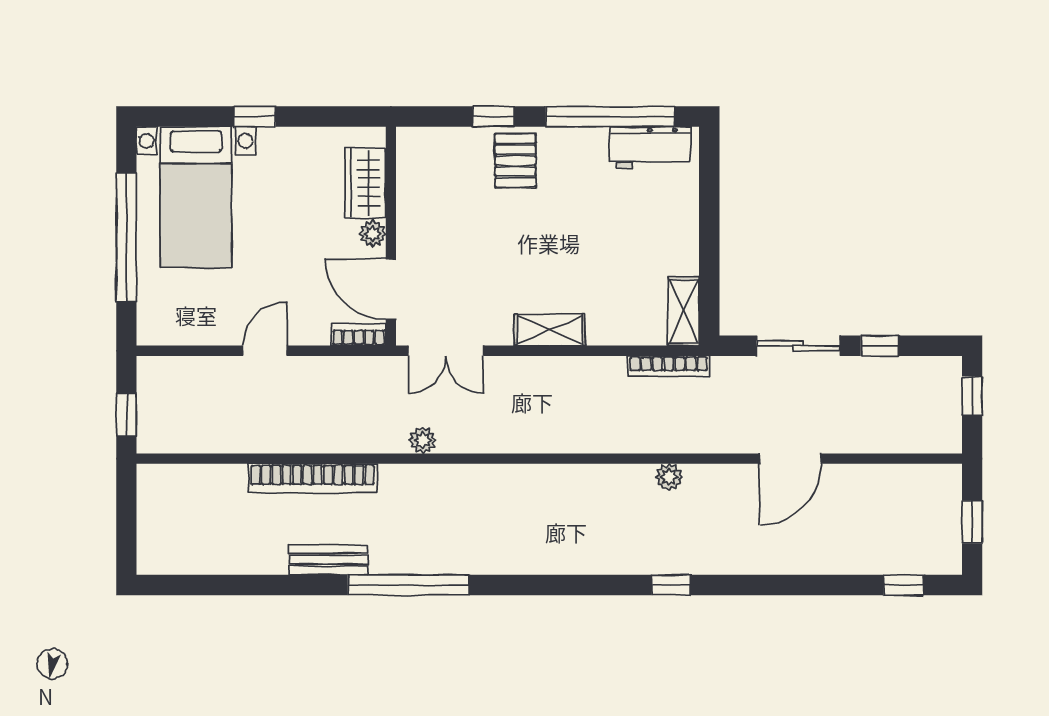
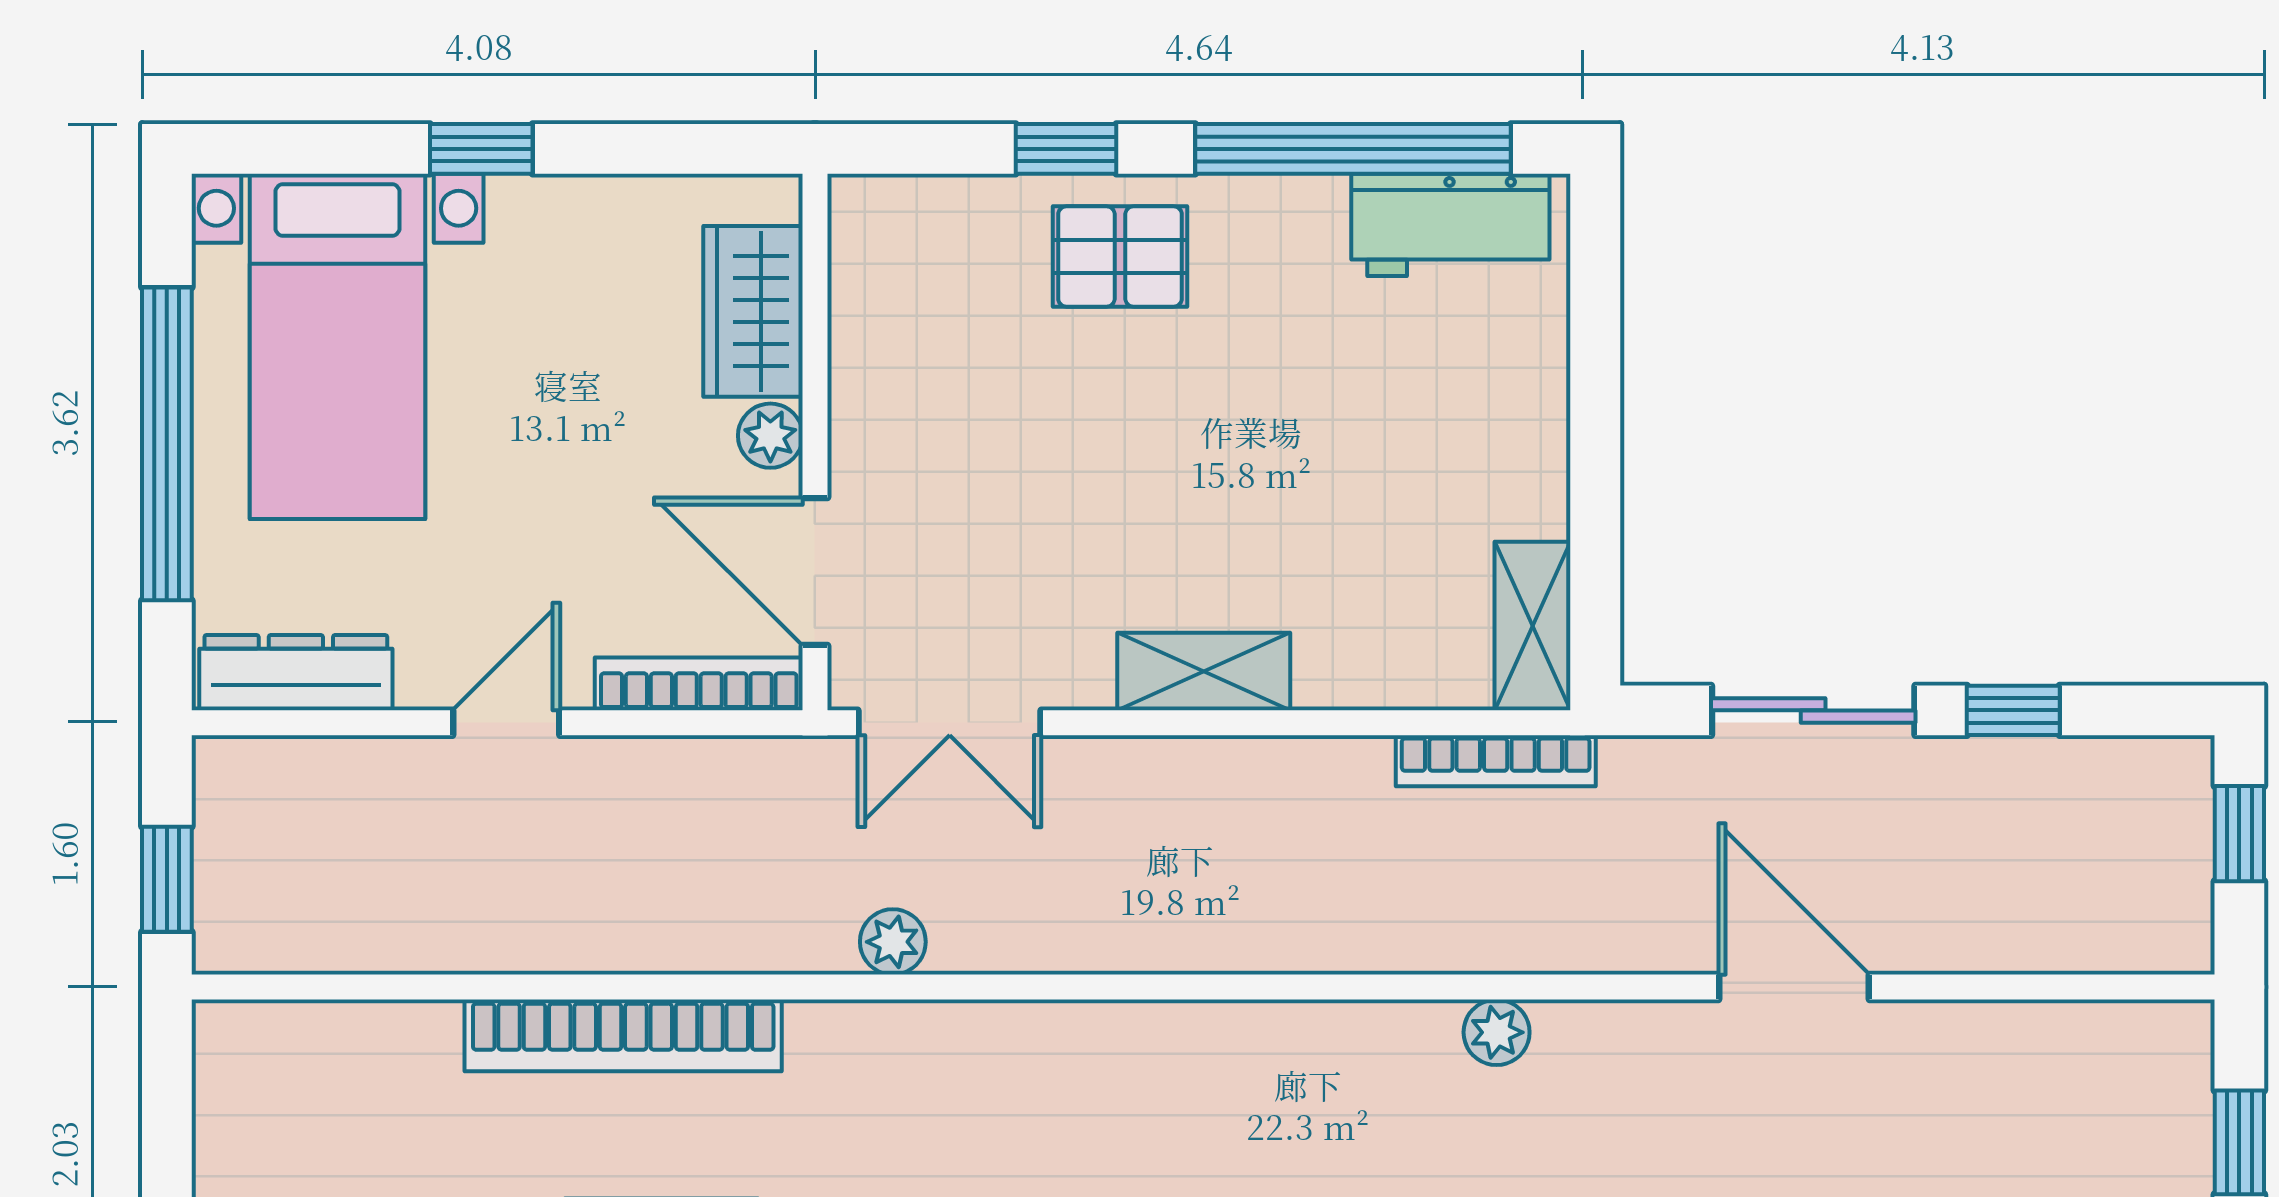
pallet: (515, 160) -> (1120, 257), turned 90
dresser: (179, 330) -> (296, 673), added
bookcase: (359, 335) -> (699, 684), width x1.56
door: (790, 459) -> (1794, 987), swing flipped

